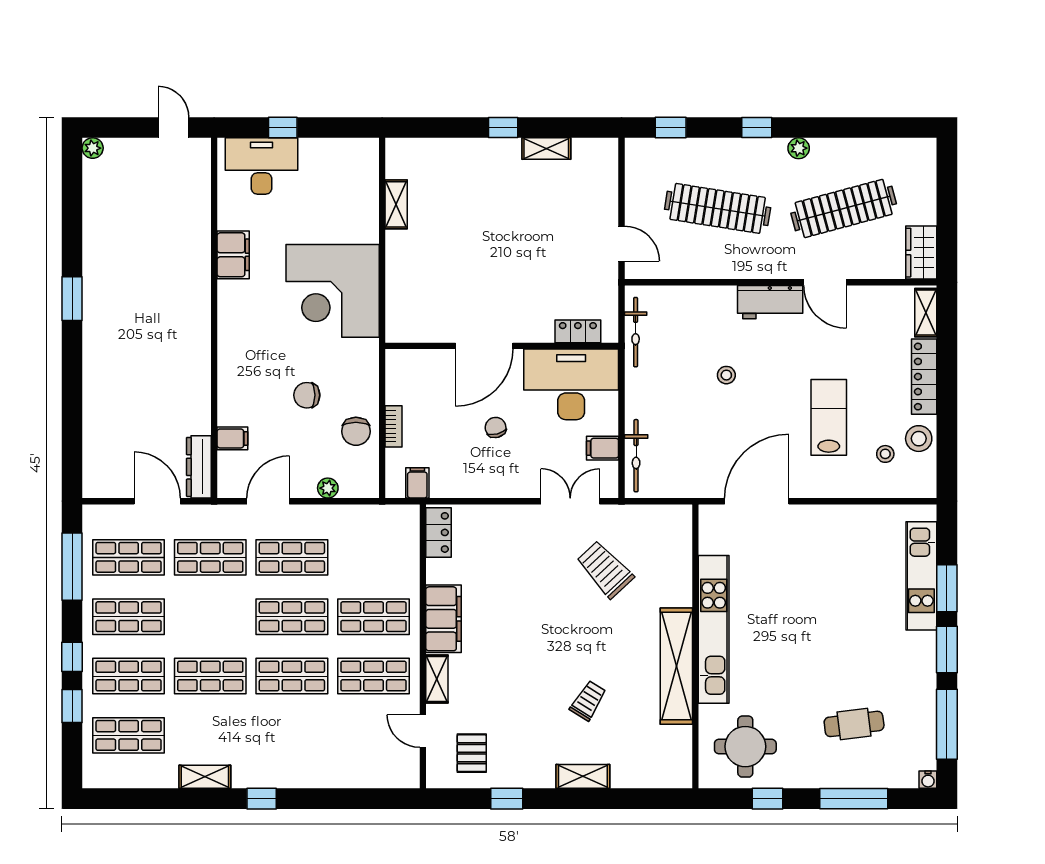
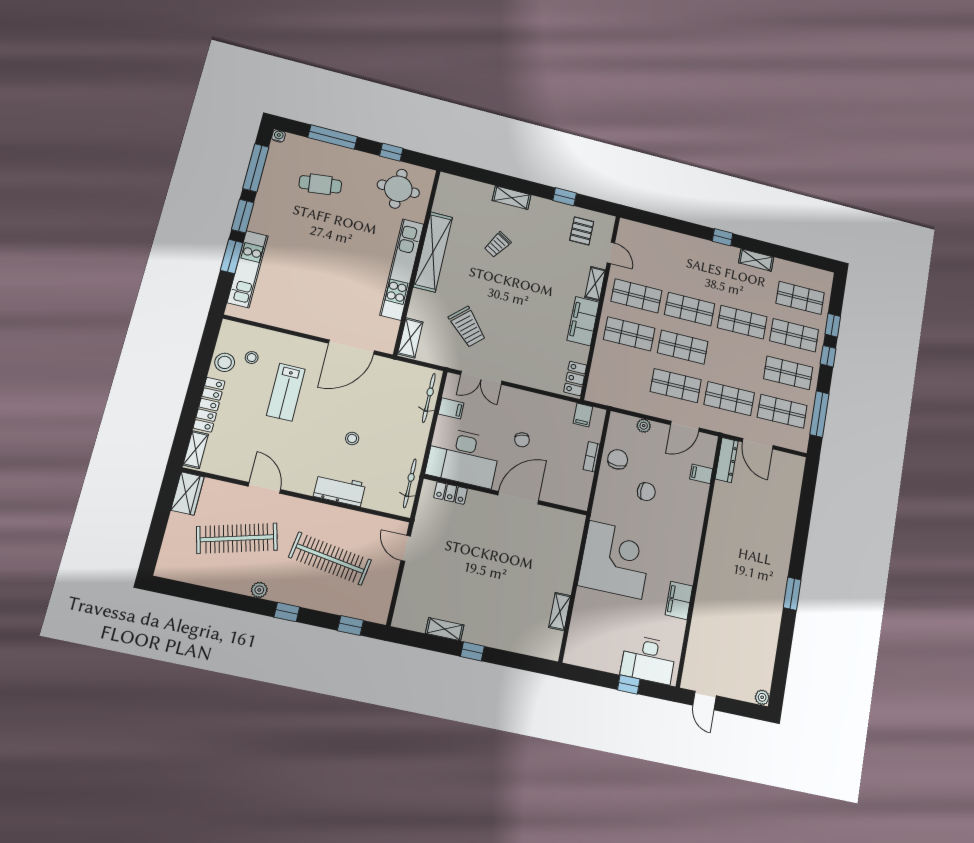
workbench: (770, 302) -> (340, 490), moved
shelving: (680, 534) -> (410, 338), added

